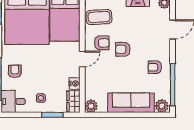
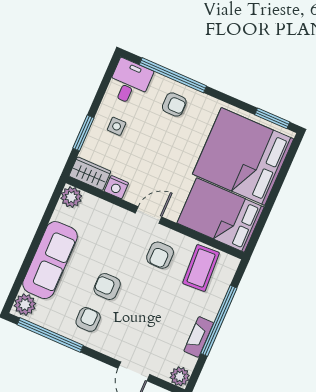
armchair: (123, 49) -> (107, 287), moved, turned -90
door: (82, 59) -> (149, 215), swing flipped

